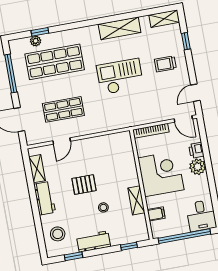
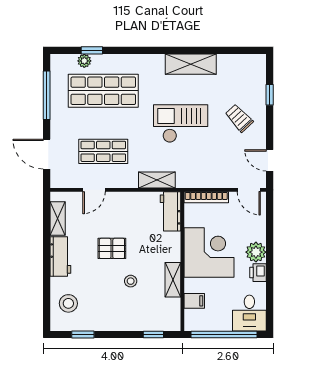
shelving: (164, 19) -> (157, 180), moved
trolley: (165, 64) -> (239, 118), turned 47
door: (195, 93) -> (270, 160), hinge flipped
printer: (196, 150) -> (258, 273), moved
workbench: (94, 241) -> (170, 211), moved, turned -90

